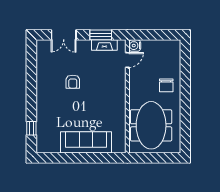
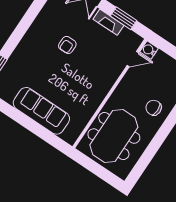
fireplace: (104, 45) -> (108, 22), moved
chair: (166, 85) -> (154, 108), turned 90

